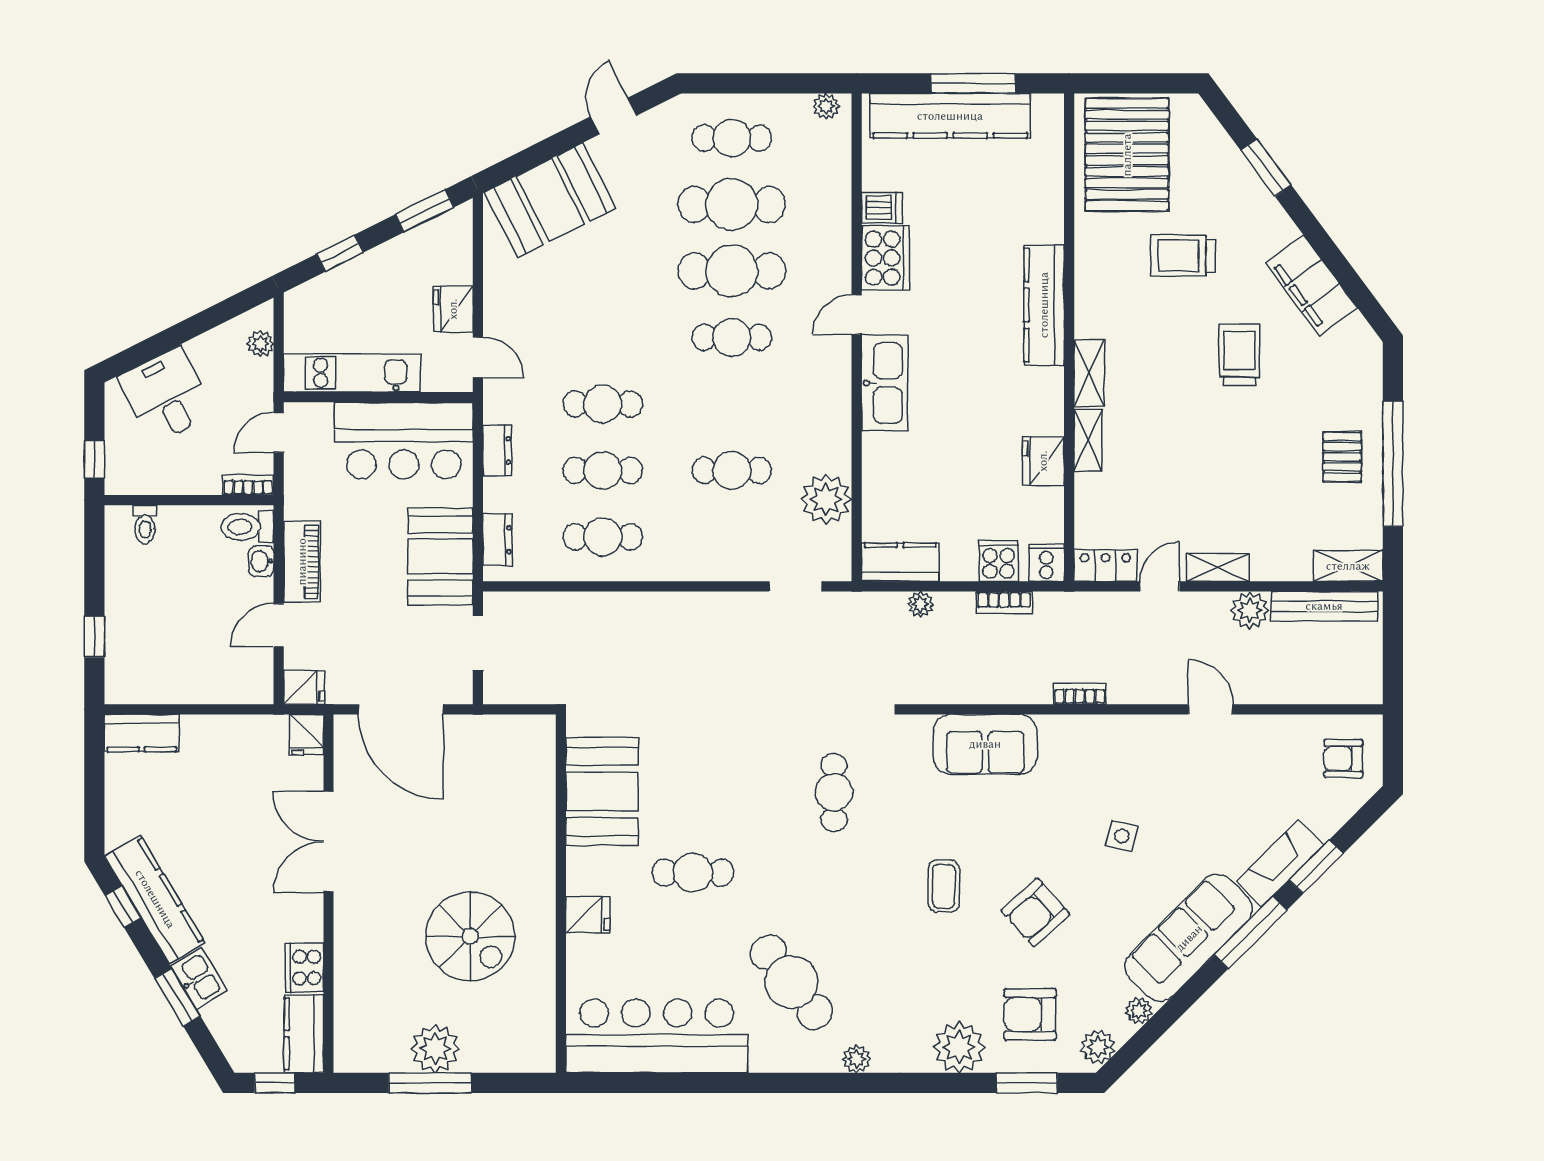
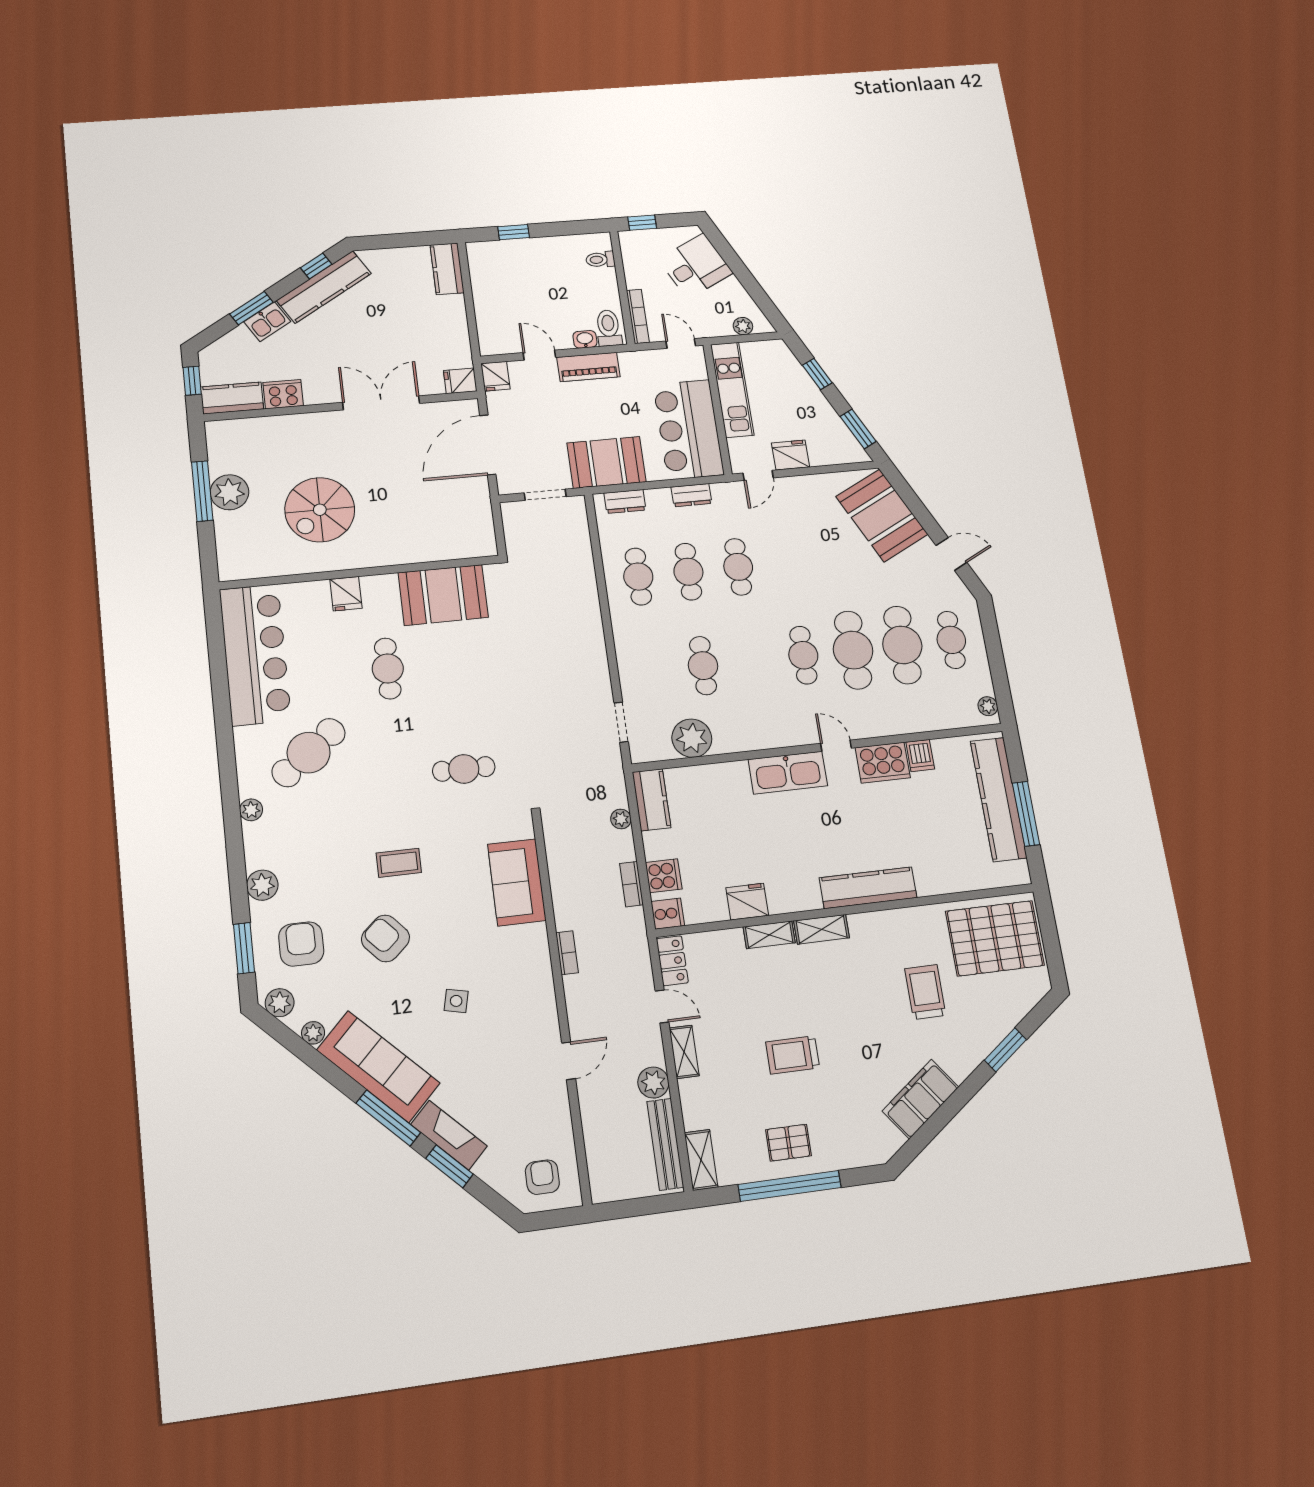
trolley: (1239, 355) -> (793, 1055), moved, turned 180
bookcase: (248, 485) -> (638, 316), width x1.56
plant: (959, 1047) -> (262, 885), width x0.73, depth x0.73

